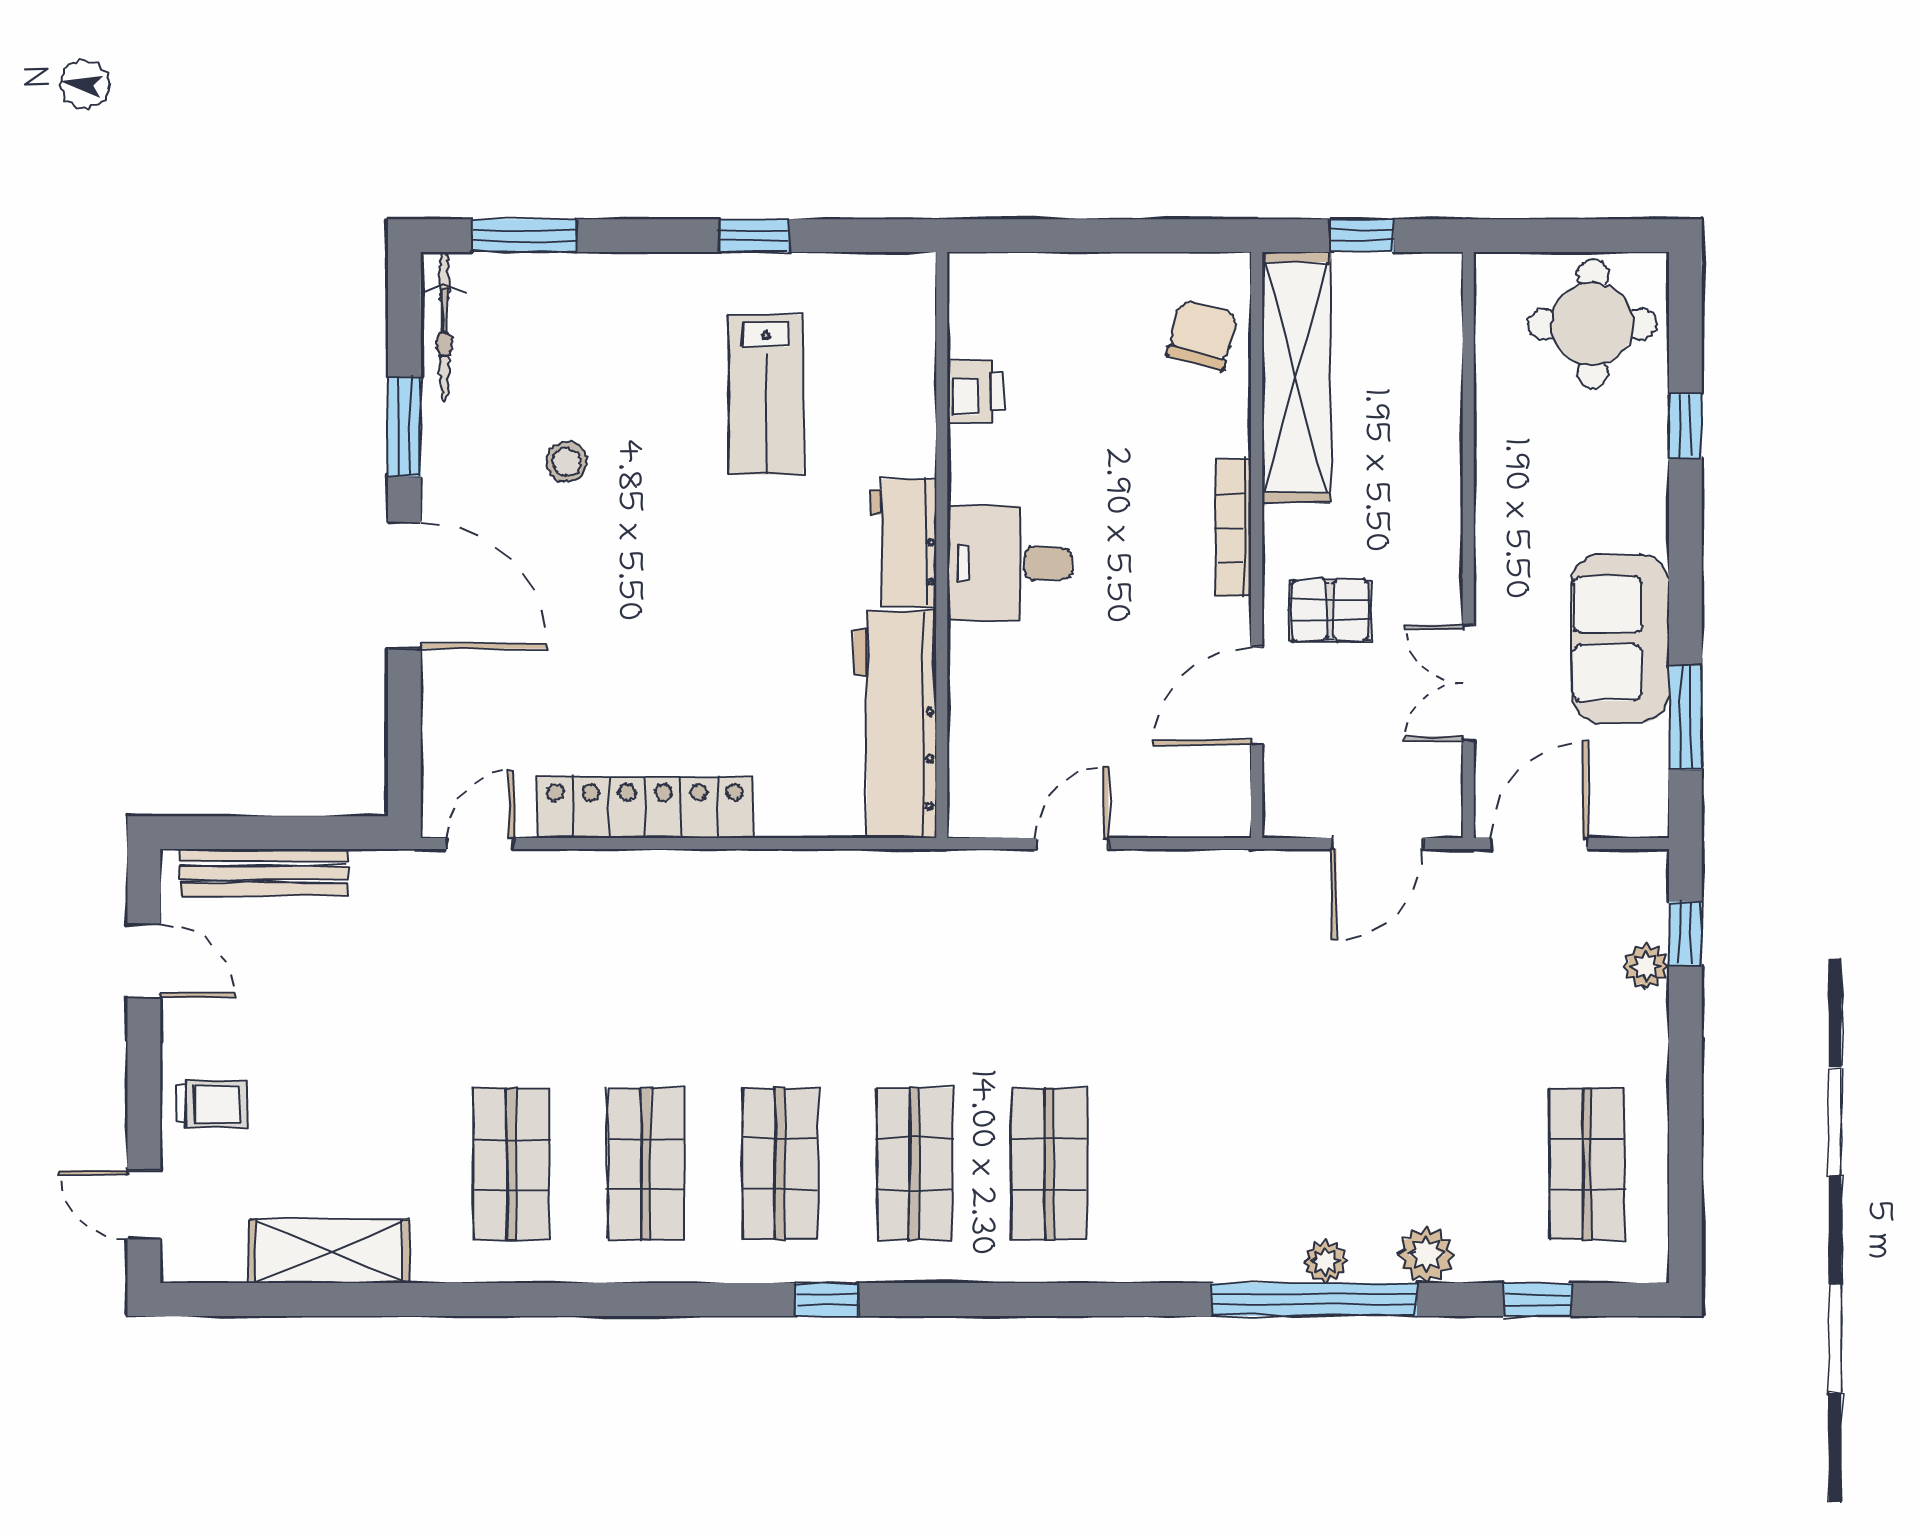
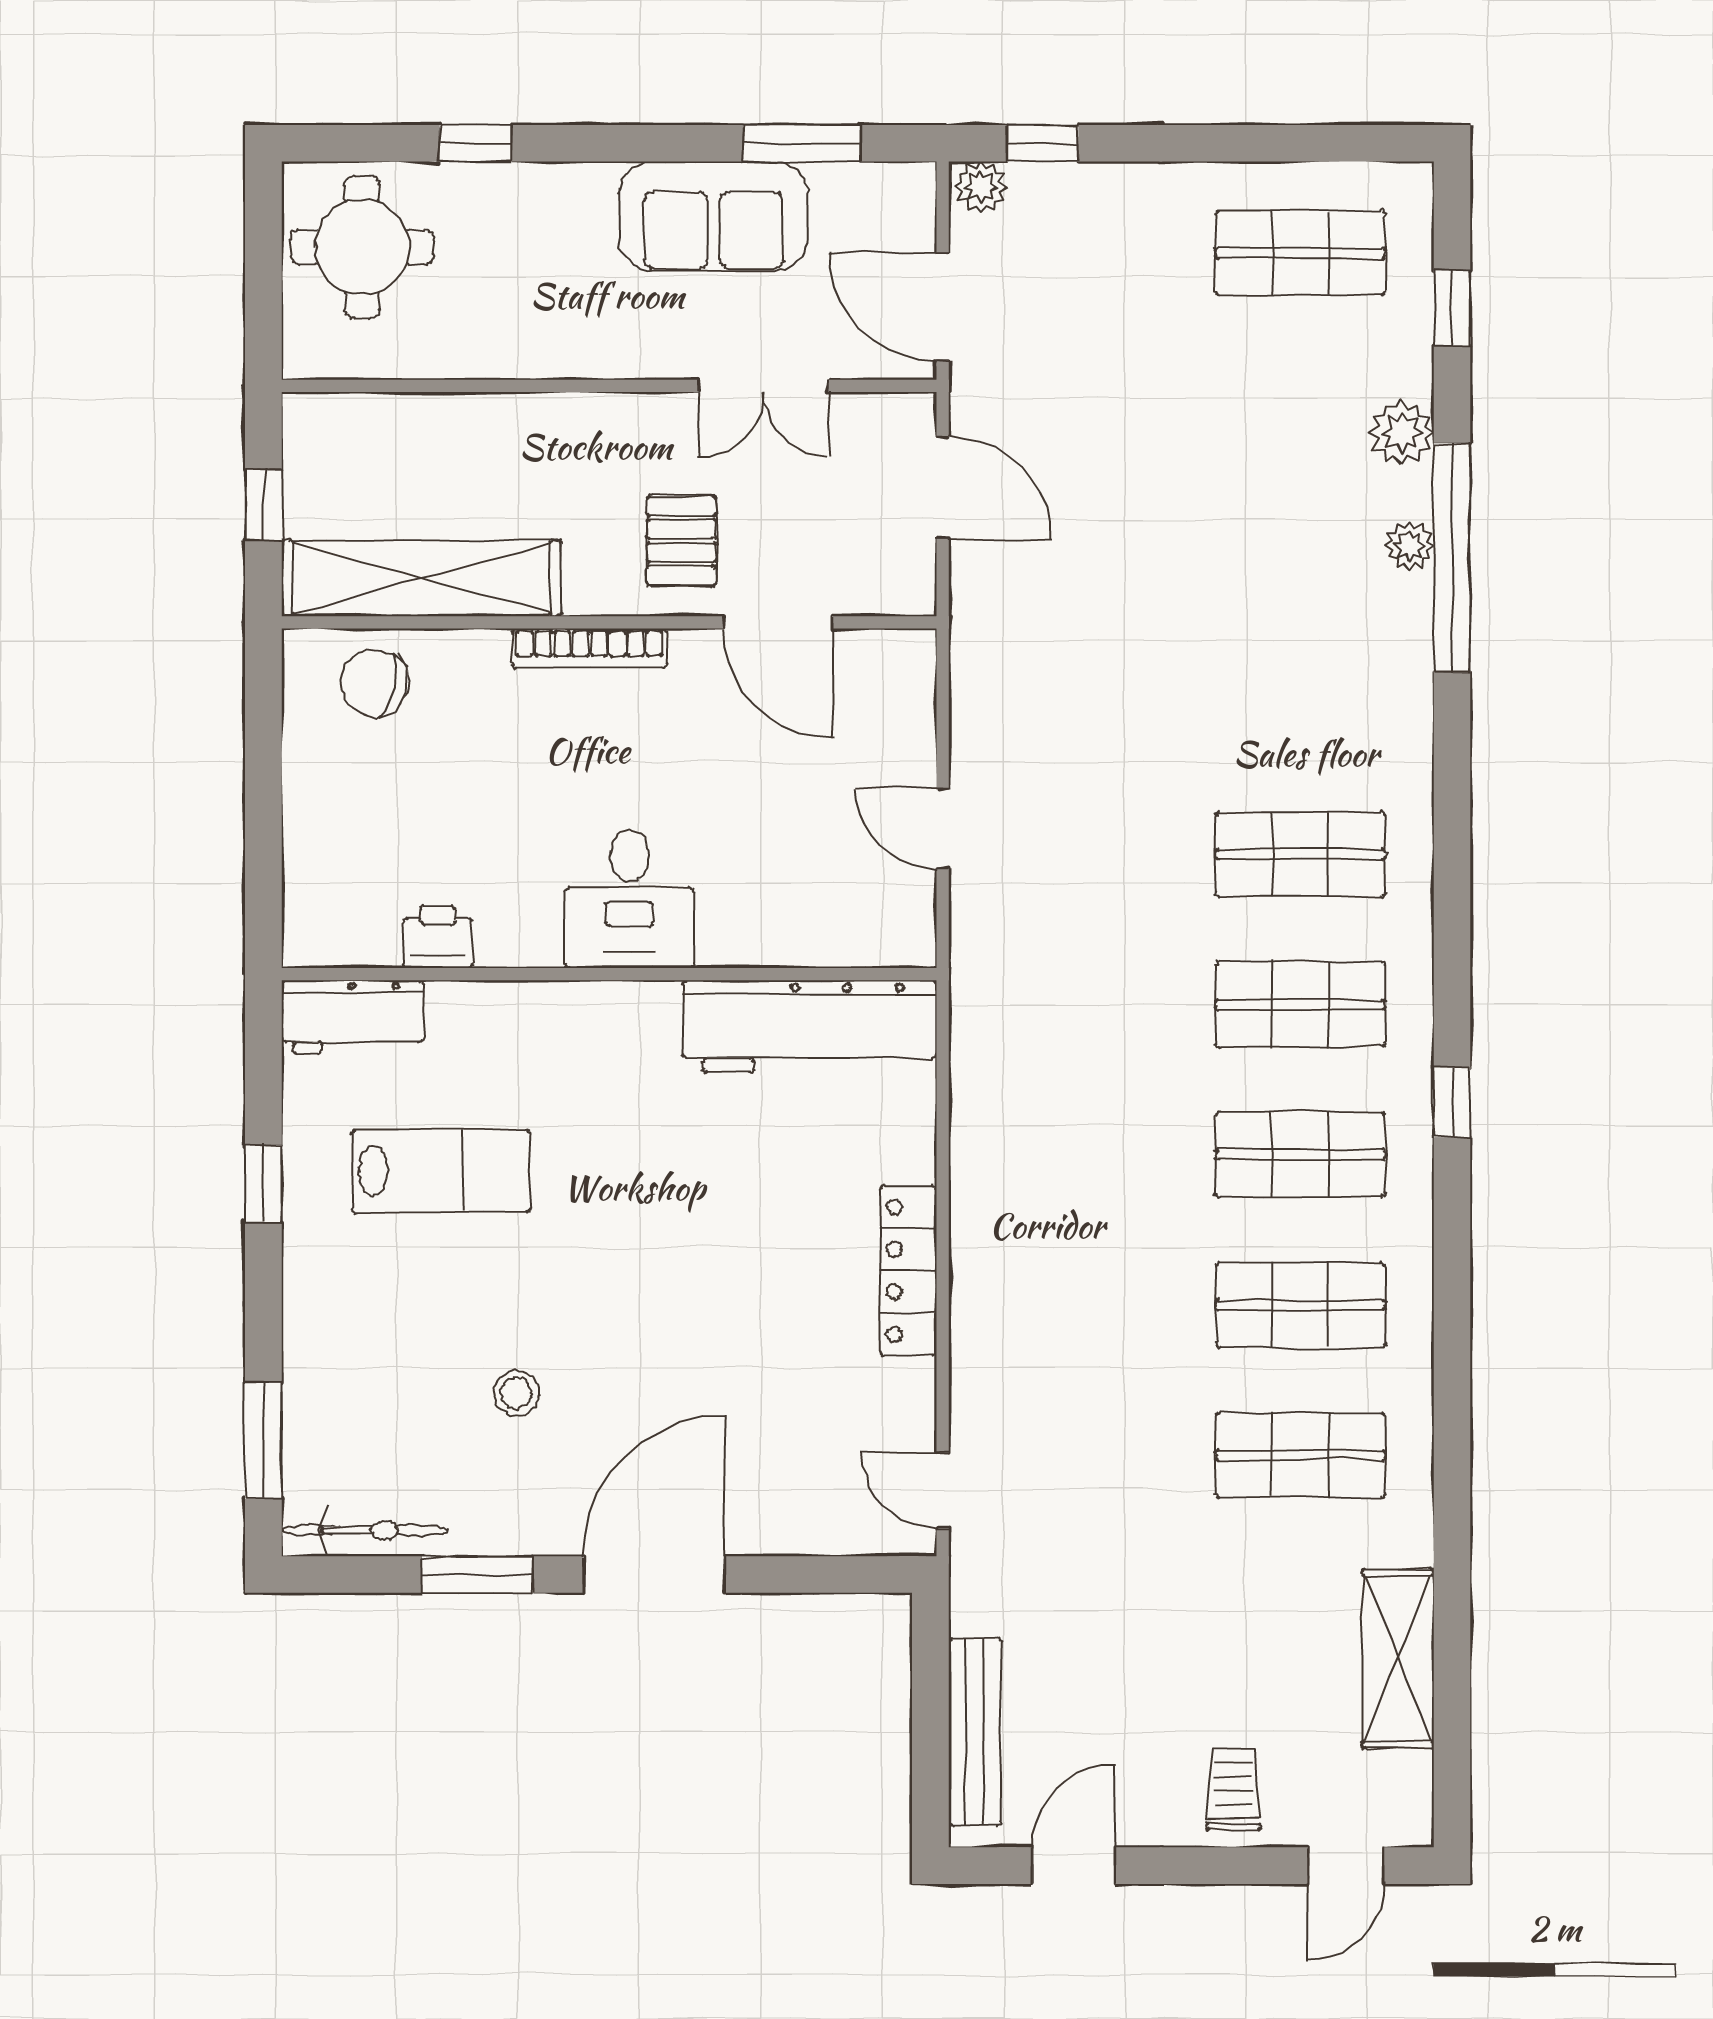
workbench: (903, 543) -> (353, 1017), moved
locker: (645, 808) -> (908, 1271), width x0.71, depth x0.83
plant: (1646, 966) -> (981, 187), moved

